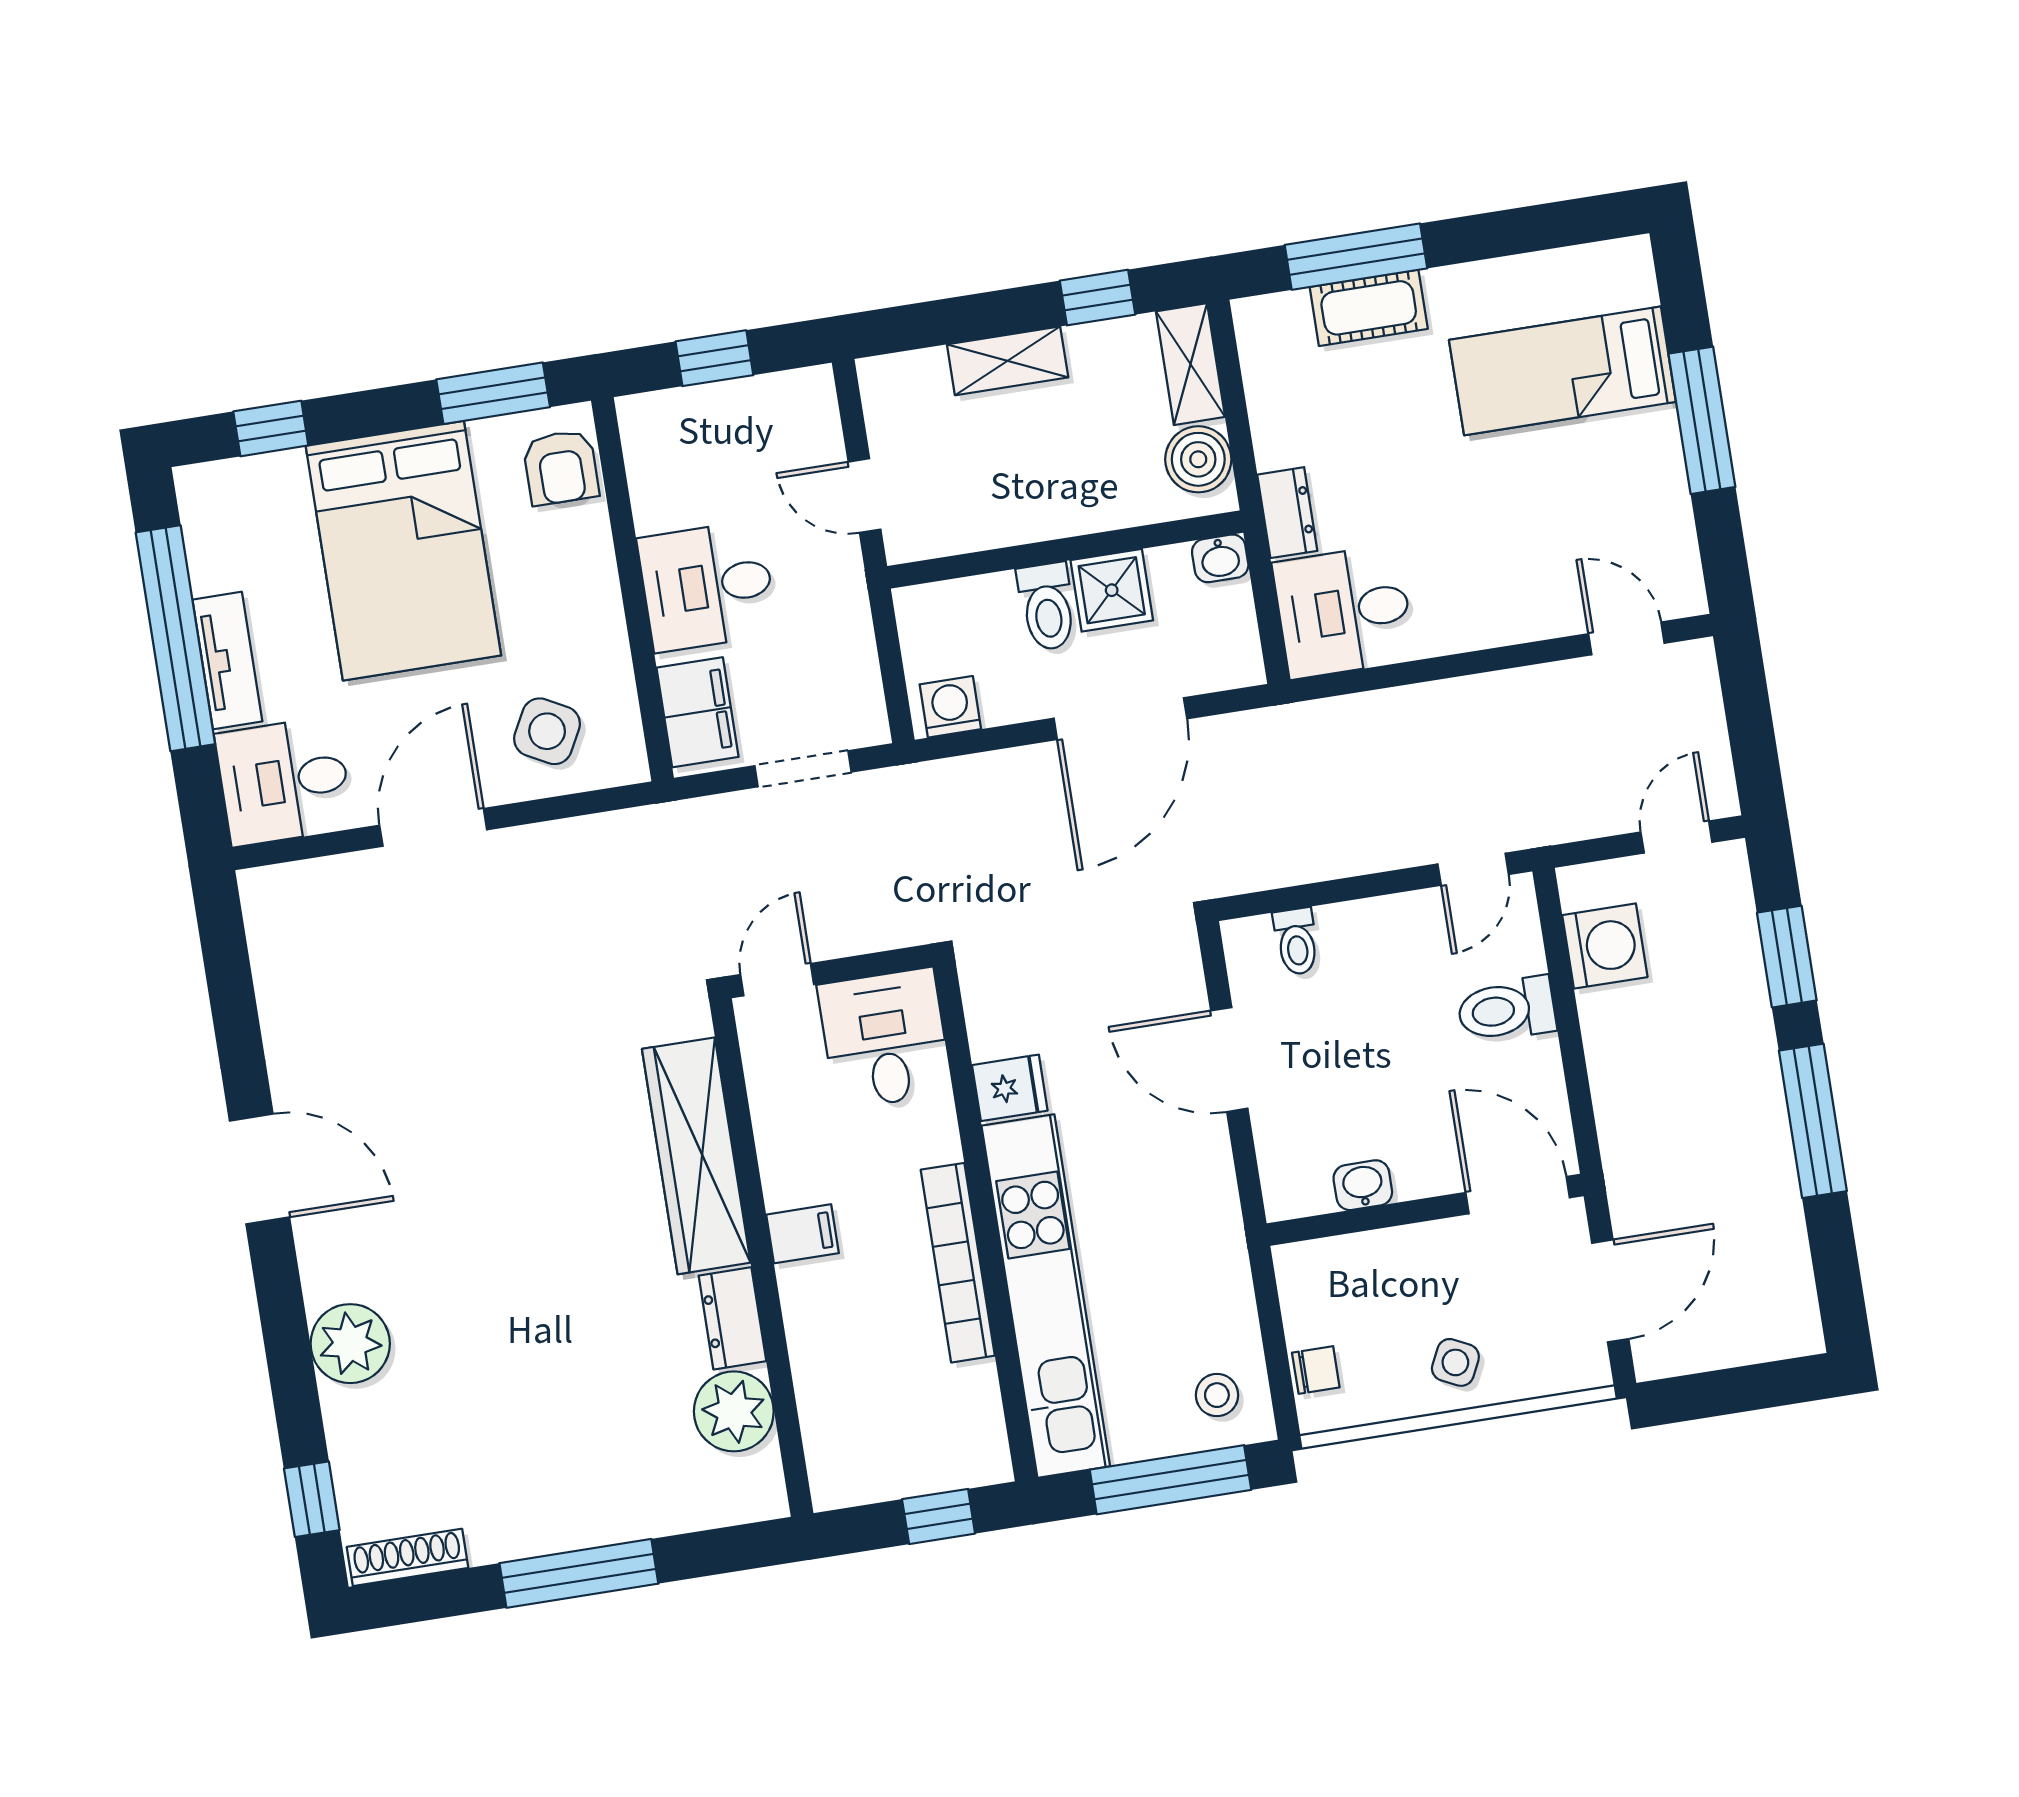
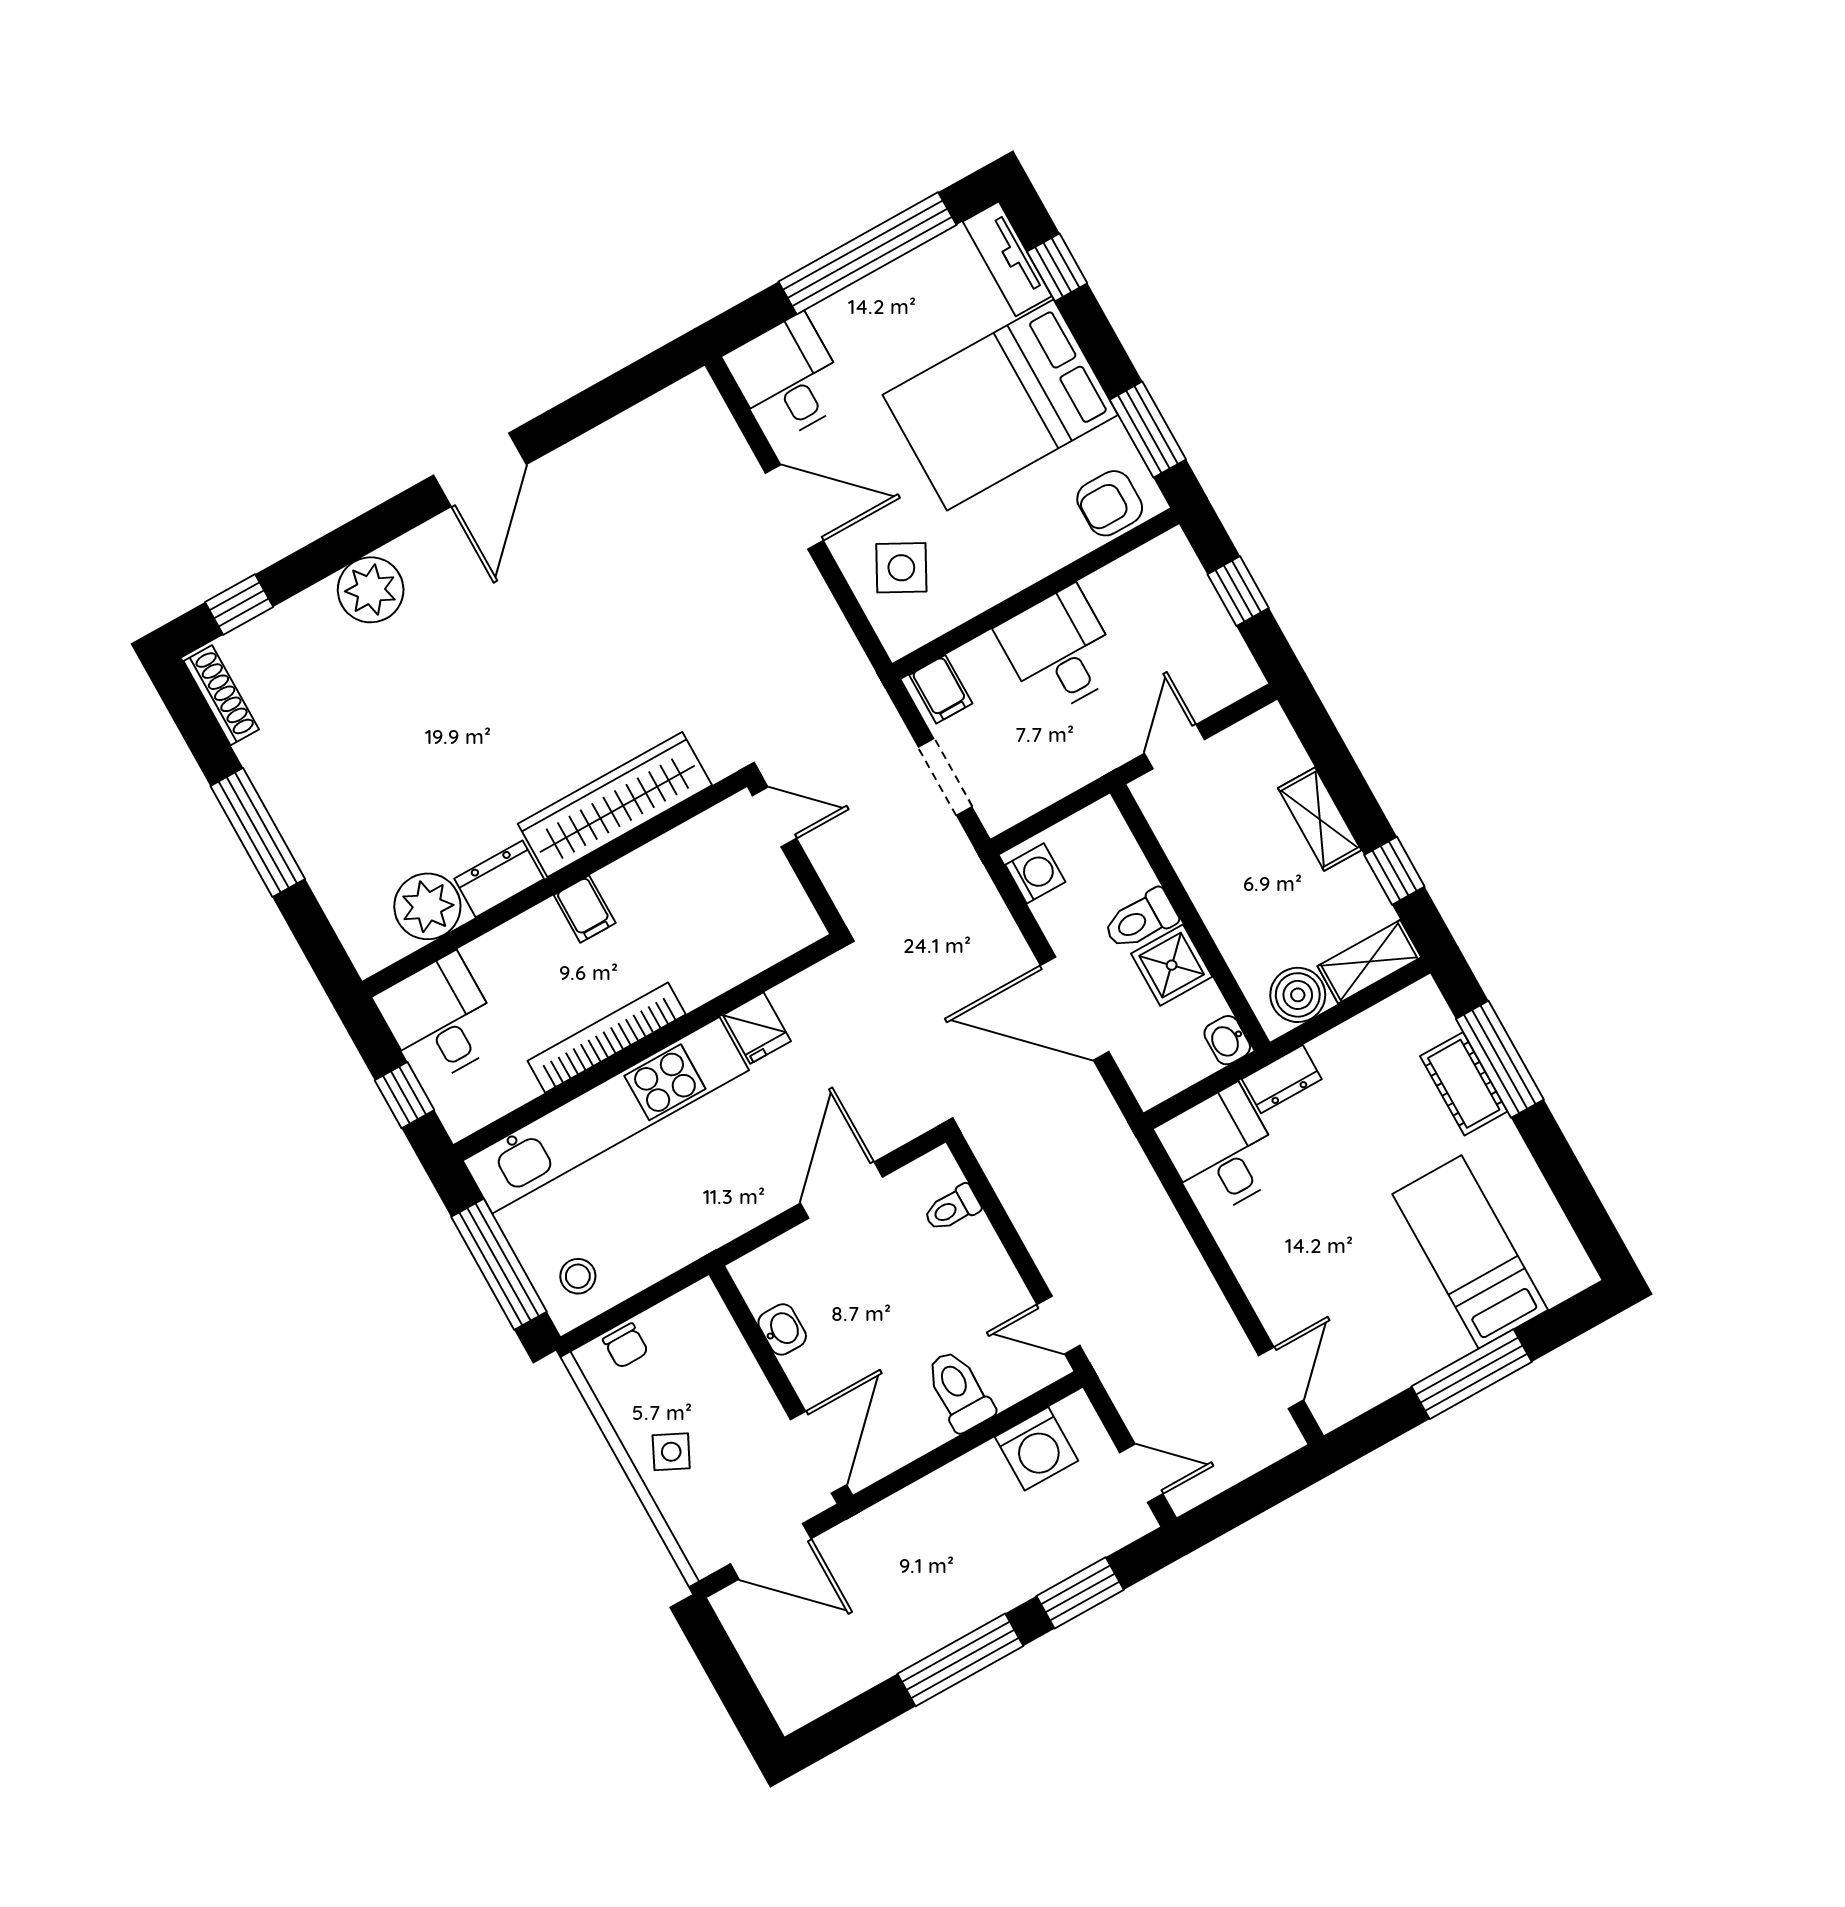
tv unit: (227, 661) -> (1007, 259), moved, turned 90
filing cabinet: (698, 712) -> (941, 689), width x0.50
desk: (885, 1039) -> (440, 1019), moved, turned -90

